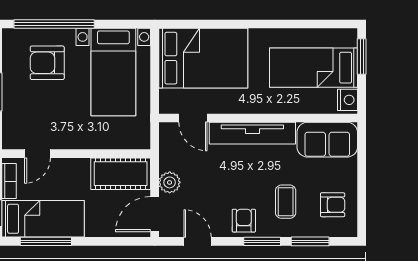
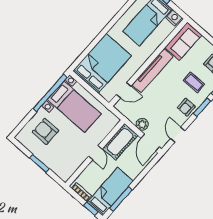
window: (54, 24) -> (50, 93), moved
armchair: (47, 63) -> (45, 131), turned 90
door: (37, 154) -> (95, 153), moved
armchair: (244, 221) -> (186, 107), turned -90
door: (198, 241) -> (178, 135), hinge flipped

